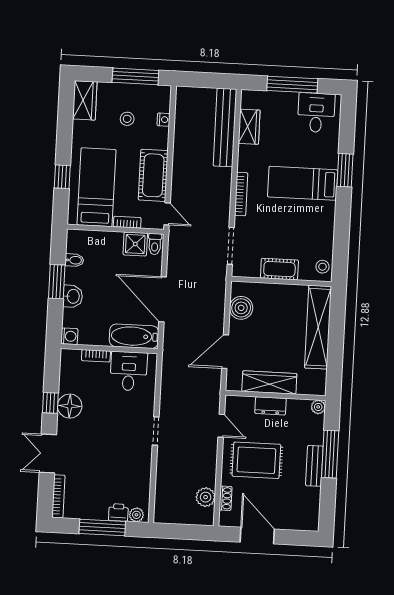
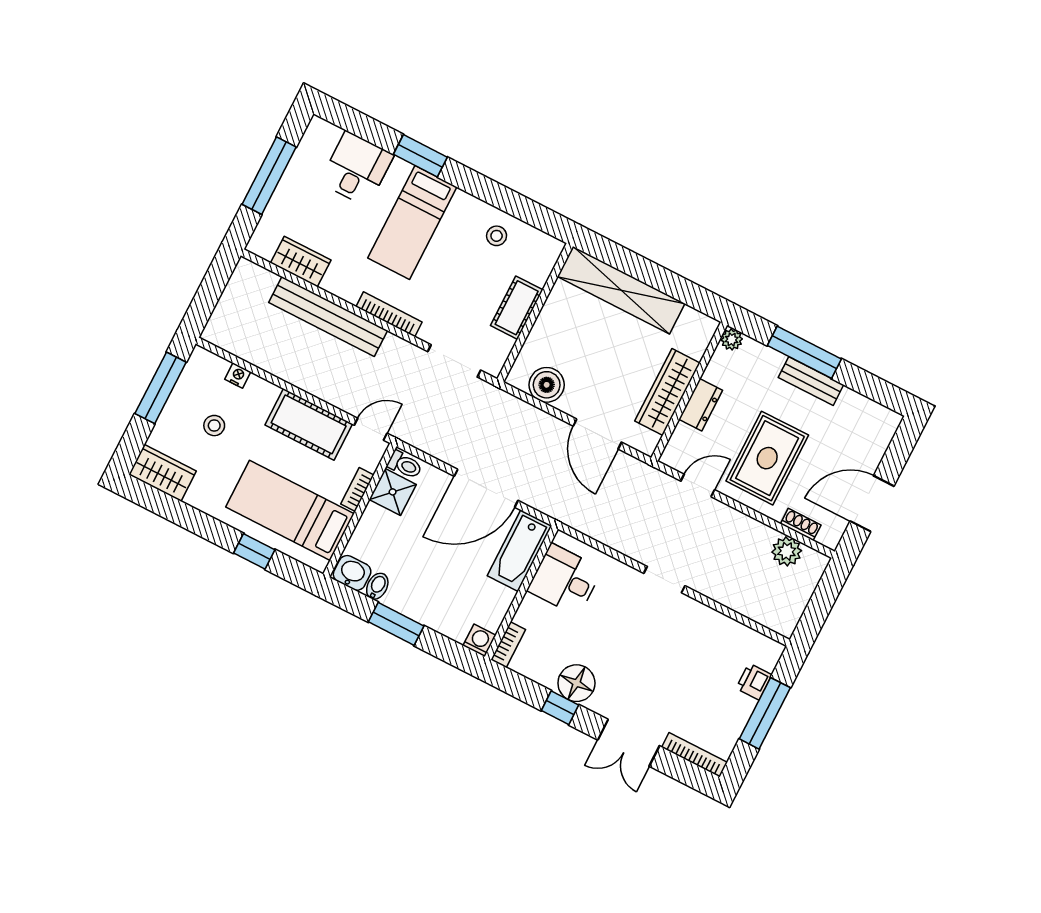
desk: (316, 113) -> (357, 169), moved, turned 90
bench: (225, 127) -> (328, 317), moved
stool: (322, 267) -> (497, 236), moved
washbasin: (73, 296) -> (352, 573), moved
bookcase: (96, 356) -> (508, 645), moved
plant: (136, 515) -> (768, 658), removed

